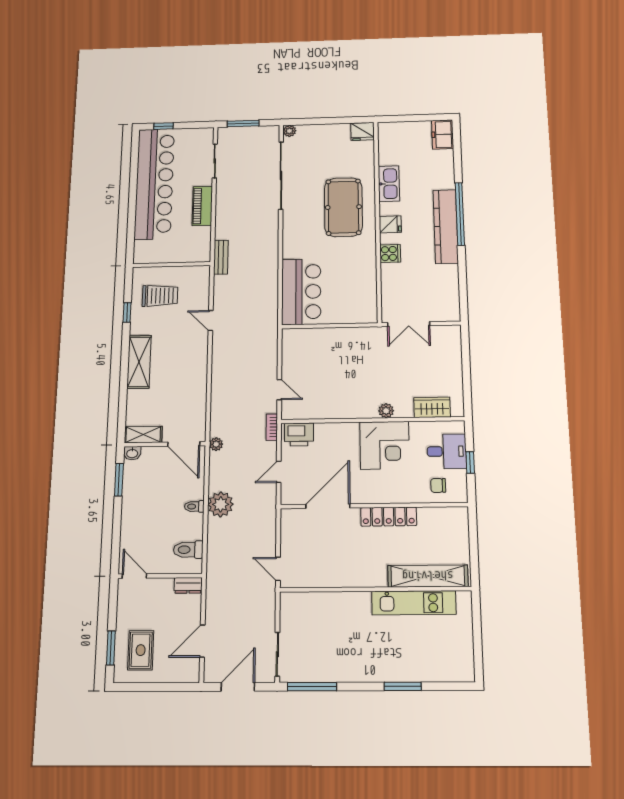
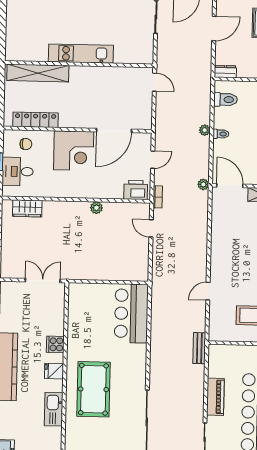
door: (211, 320) -> (208, 291), swing flipped
plant: (386, 411) -> (96, 208), moved
corner desk: (385, 445) -> (74, 151), moved, turned 180
plant: (221, 504) -> (205, 130), width x0.53, depth x0.53
locker: (389, 517) -> (36, 120), moved
kitchen unit: (414, 603) -> (81, 54), moved

